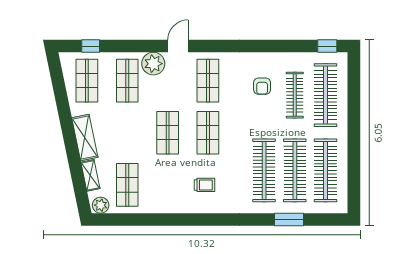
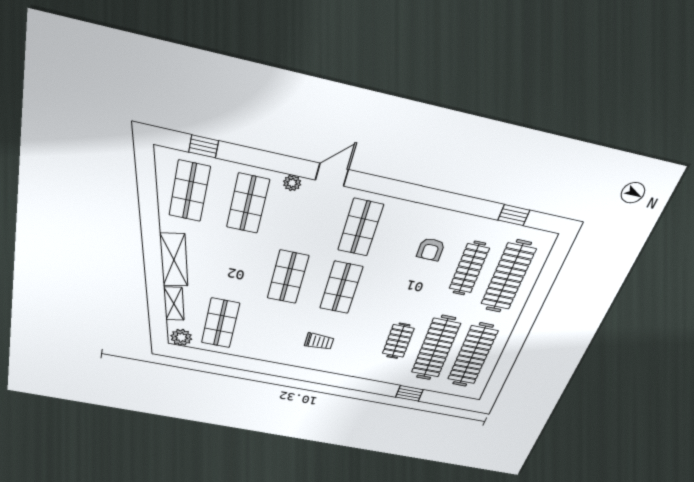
window: (327, 46) -> (514, 215), moved
plant: (153, 64) -> (292, 183), width x0.53, depth x0.53
clothes rail: (264, 170) -> (398, 341), width x0.54, depth x0.76
window: (289, 219) -> (409, 393), width x0.67

